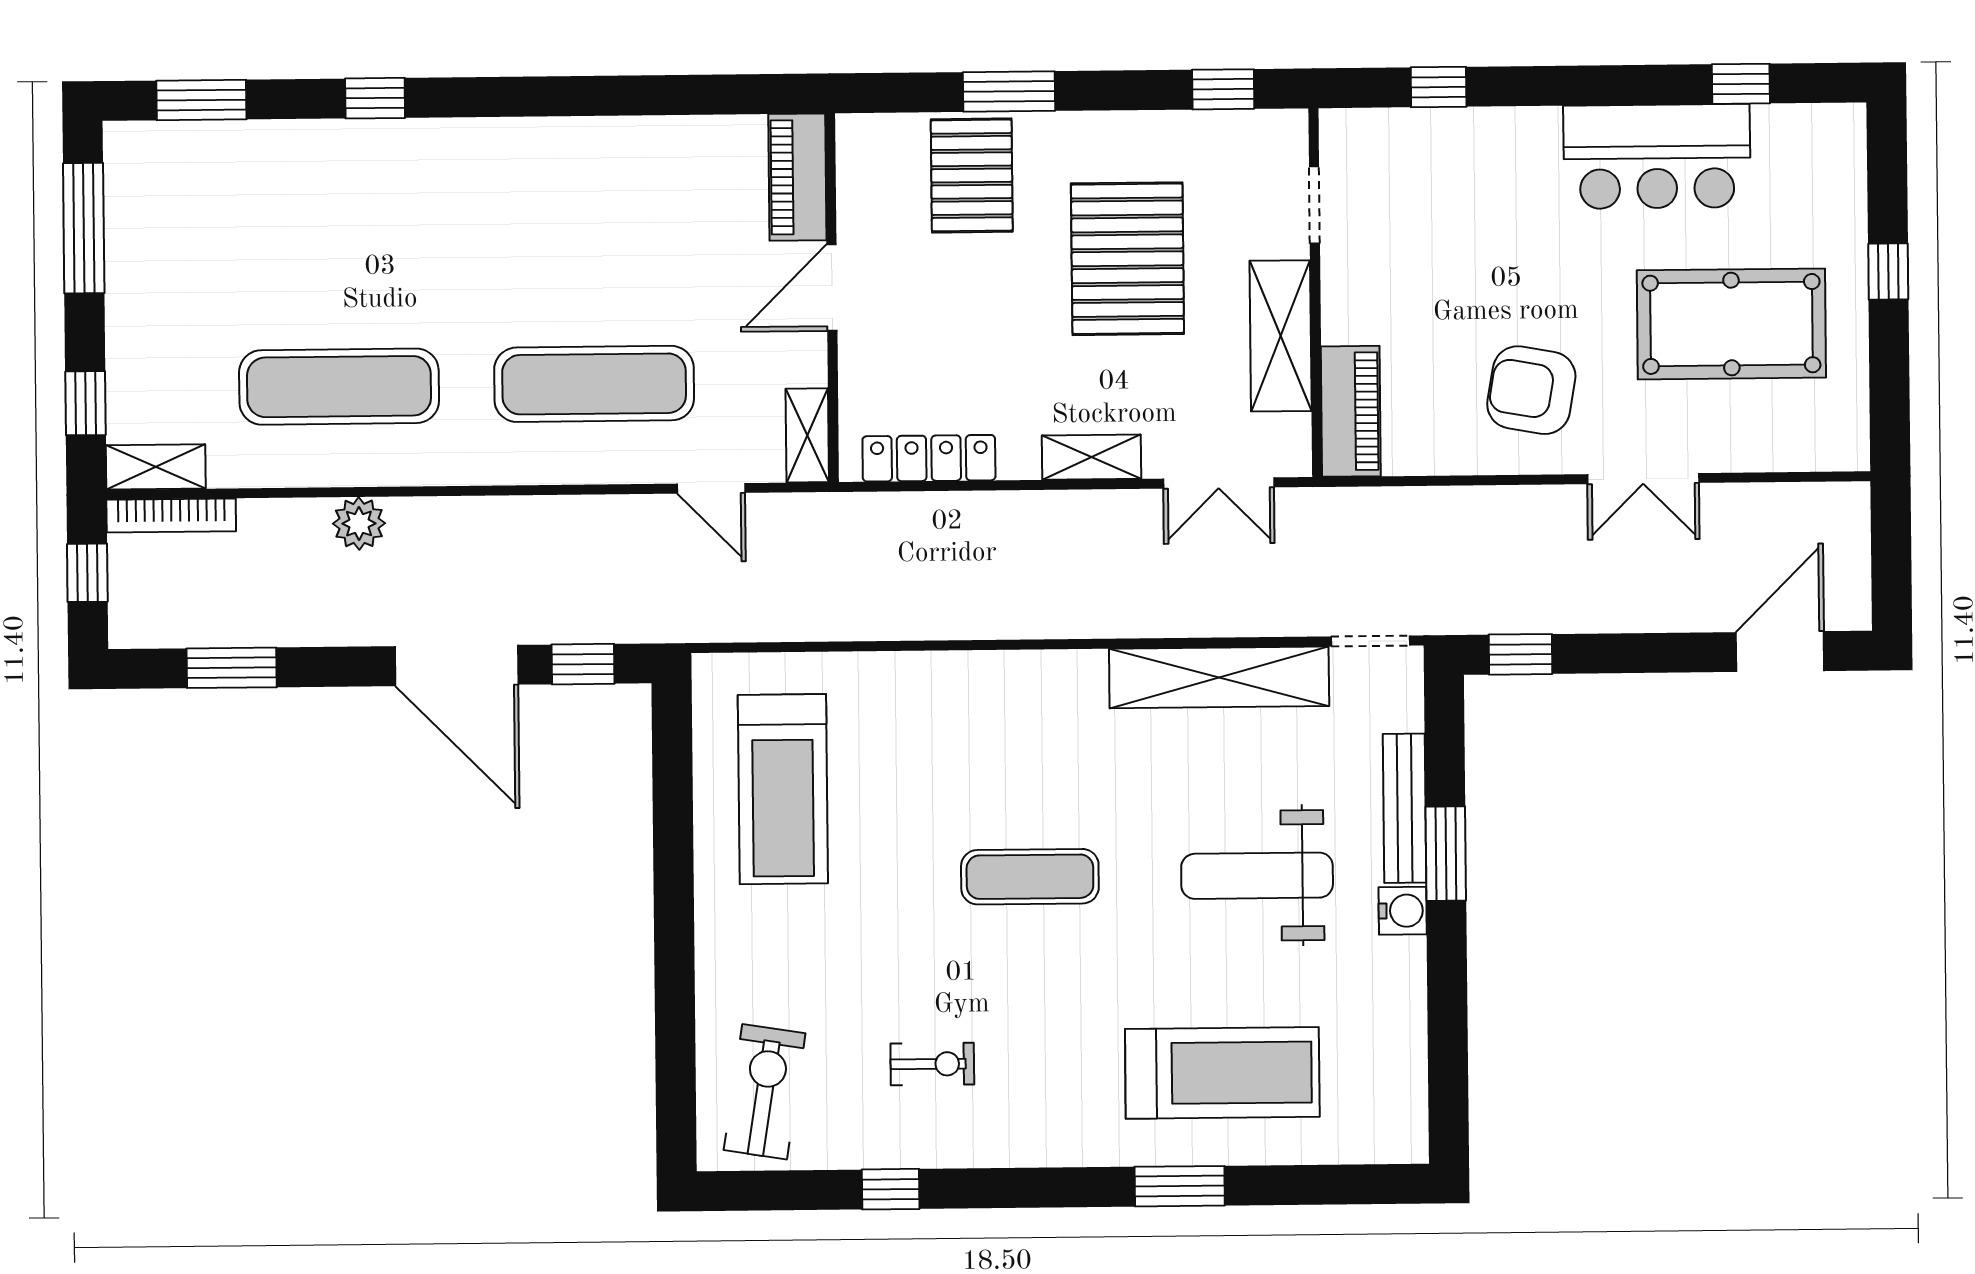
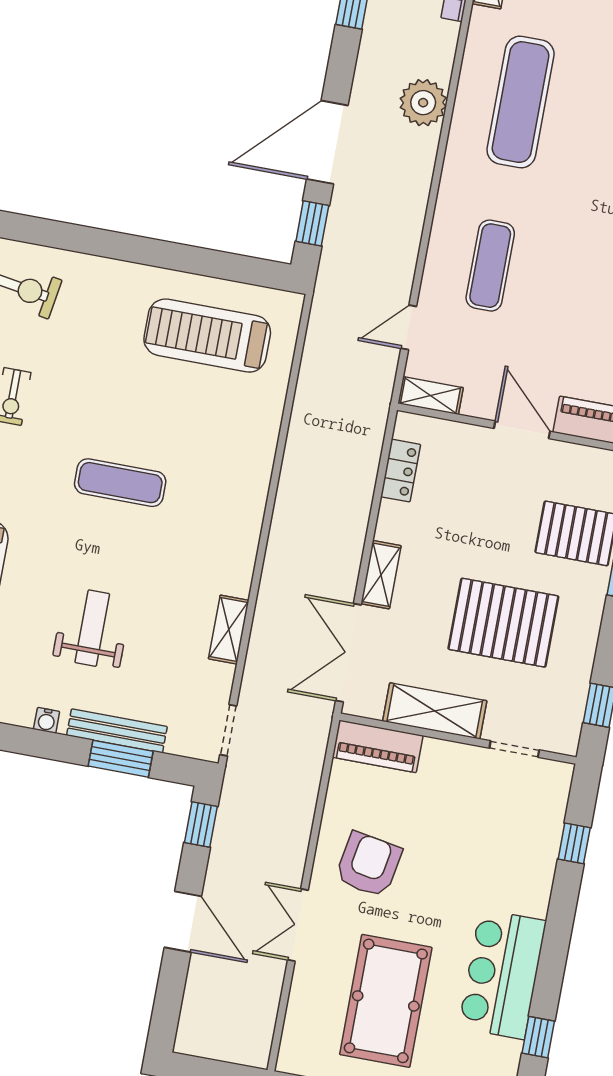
exercise mat: (594, 384) -> (490, 266), width x0.73, depth x0.69
locker: (929, 458) -> (401, 471), width x0.66
double door: (1219, 483) -> (348, 653), width x1.37
plant: (359, 523) -> (423, 103), width x1.36, depth x1.36
door: (1780, 652) -> (183, 922), moved
shelving: (1219, 677) -> (229, 630), width x0.45, depth x0.75
window: (1446, 854) -> (121, 759), moved
weight bench: (1257, 876) -> (92, 628), width x0.73, depth x0.75
exercise mat: (1030, 877) -> (120, 483), turned 90
water cooler: (1403, 911) -> (47, 720), width x0.72, depth x0.72

